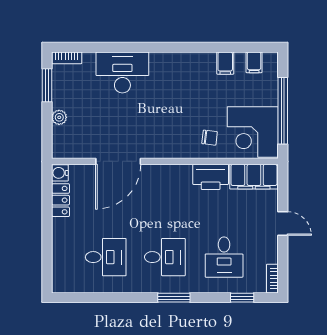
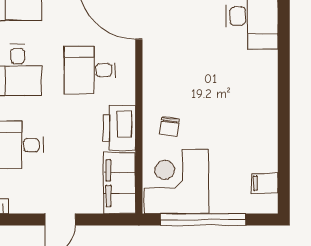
filing cabinet: (225, 63) -> (264, 147), removed
desk: (165, 200) -> (90, 70), added

